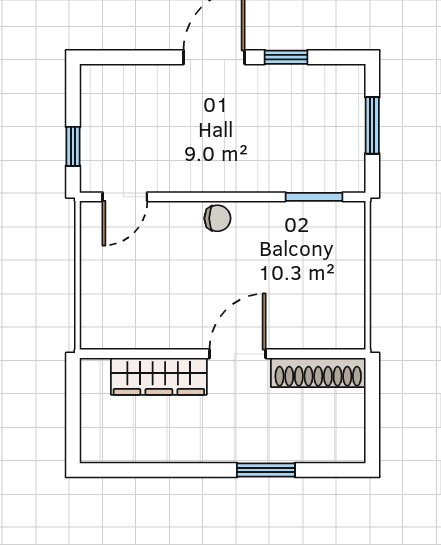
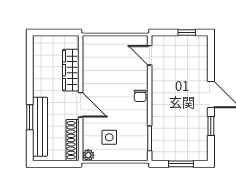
window: (73, 146) -> (187, 33), moved
side table: (312, 289) -> (109, 137), added
plant: (352, 337) -> (88, 155), added
bench: (287, 447) -> (40, 127), added

